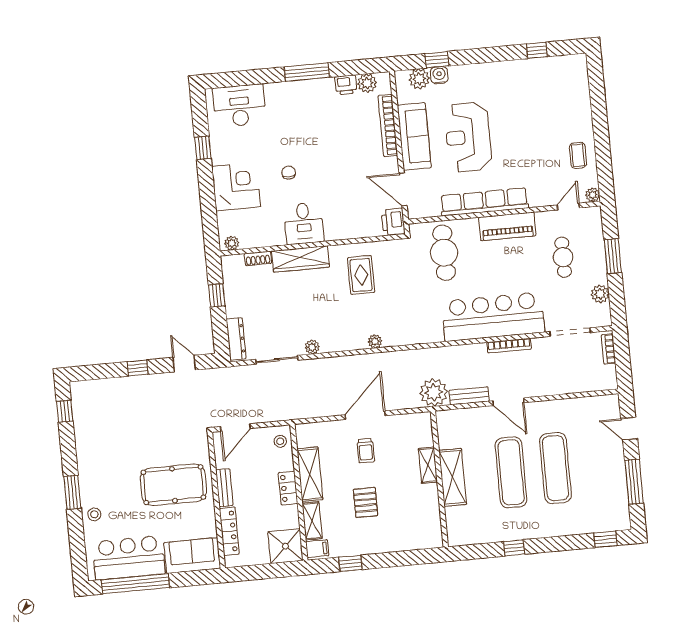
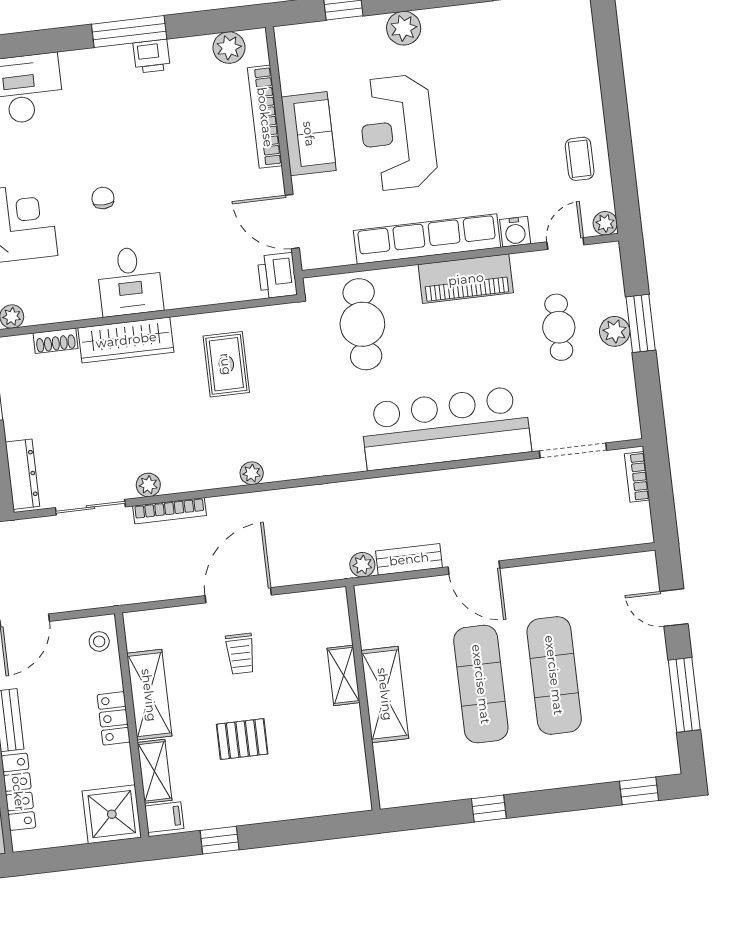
water cooler: (439, 75) -> (515, 232), moved, turned 180
plant: (419, 79) -> (404, 28), moved
printer: (346, 85) -> (152, 56), moved
sofa: (414, 136) -> (309, 134), width x0.73
plant: (600, 294) -> (615, 331), moved
bookcase: (509, 346) -> (170, 511), moved
plant: (434, 392) -> (362, 565), width x0.53, depth x0.53
pallet: (366, 502) -> (242, 739), turned 90

